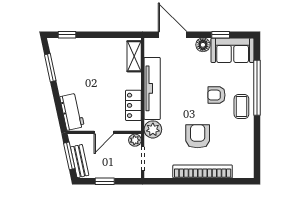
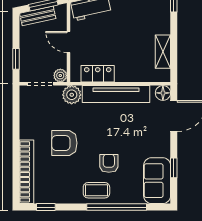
floor lamp: (203, 45) -> (163, 93), moved
shelving: (134, 56) -> (163, 52), moved, turned 90
armchair: (198, 136) -> (64, 143), turned 180
window: (257, 153) -> (46, 207), added
bookcase: (203, 171) -> (26, 172), moved
window: (105, 181) -> (16, 59), moved

